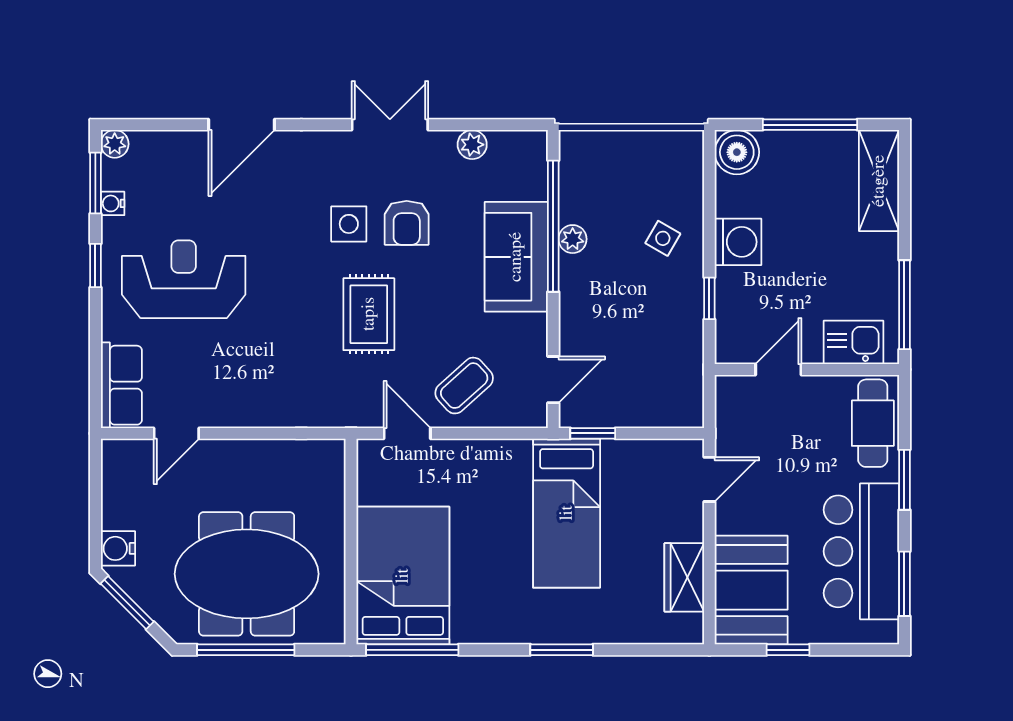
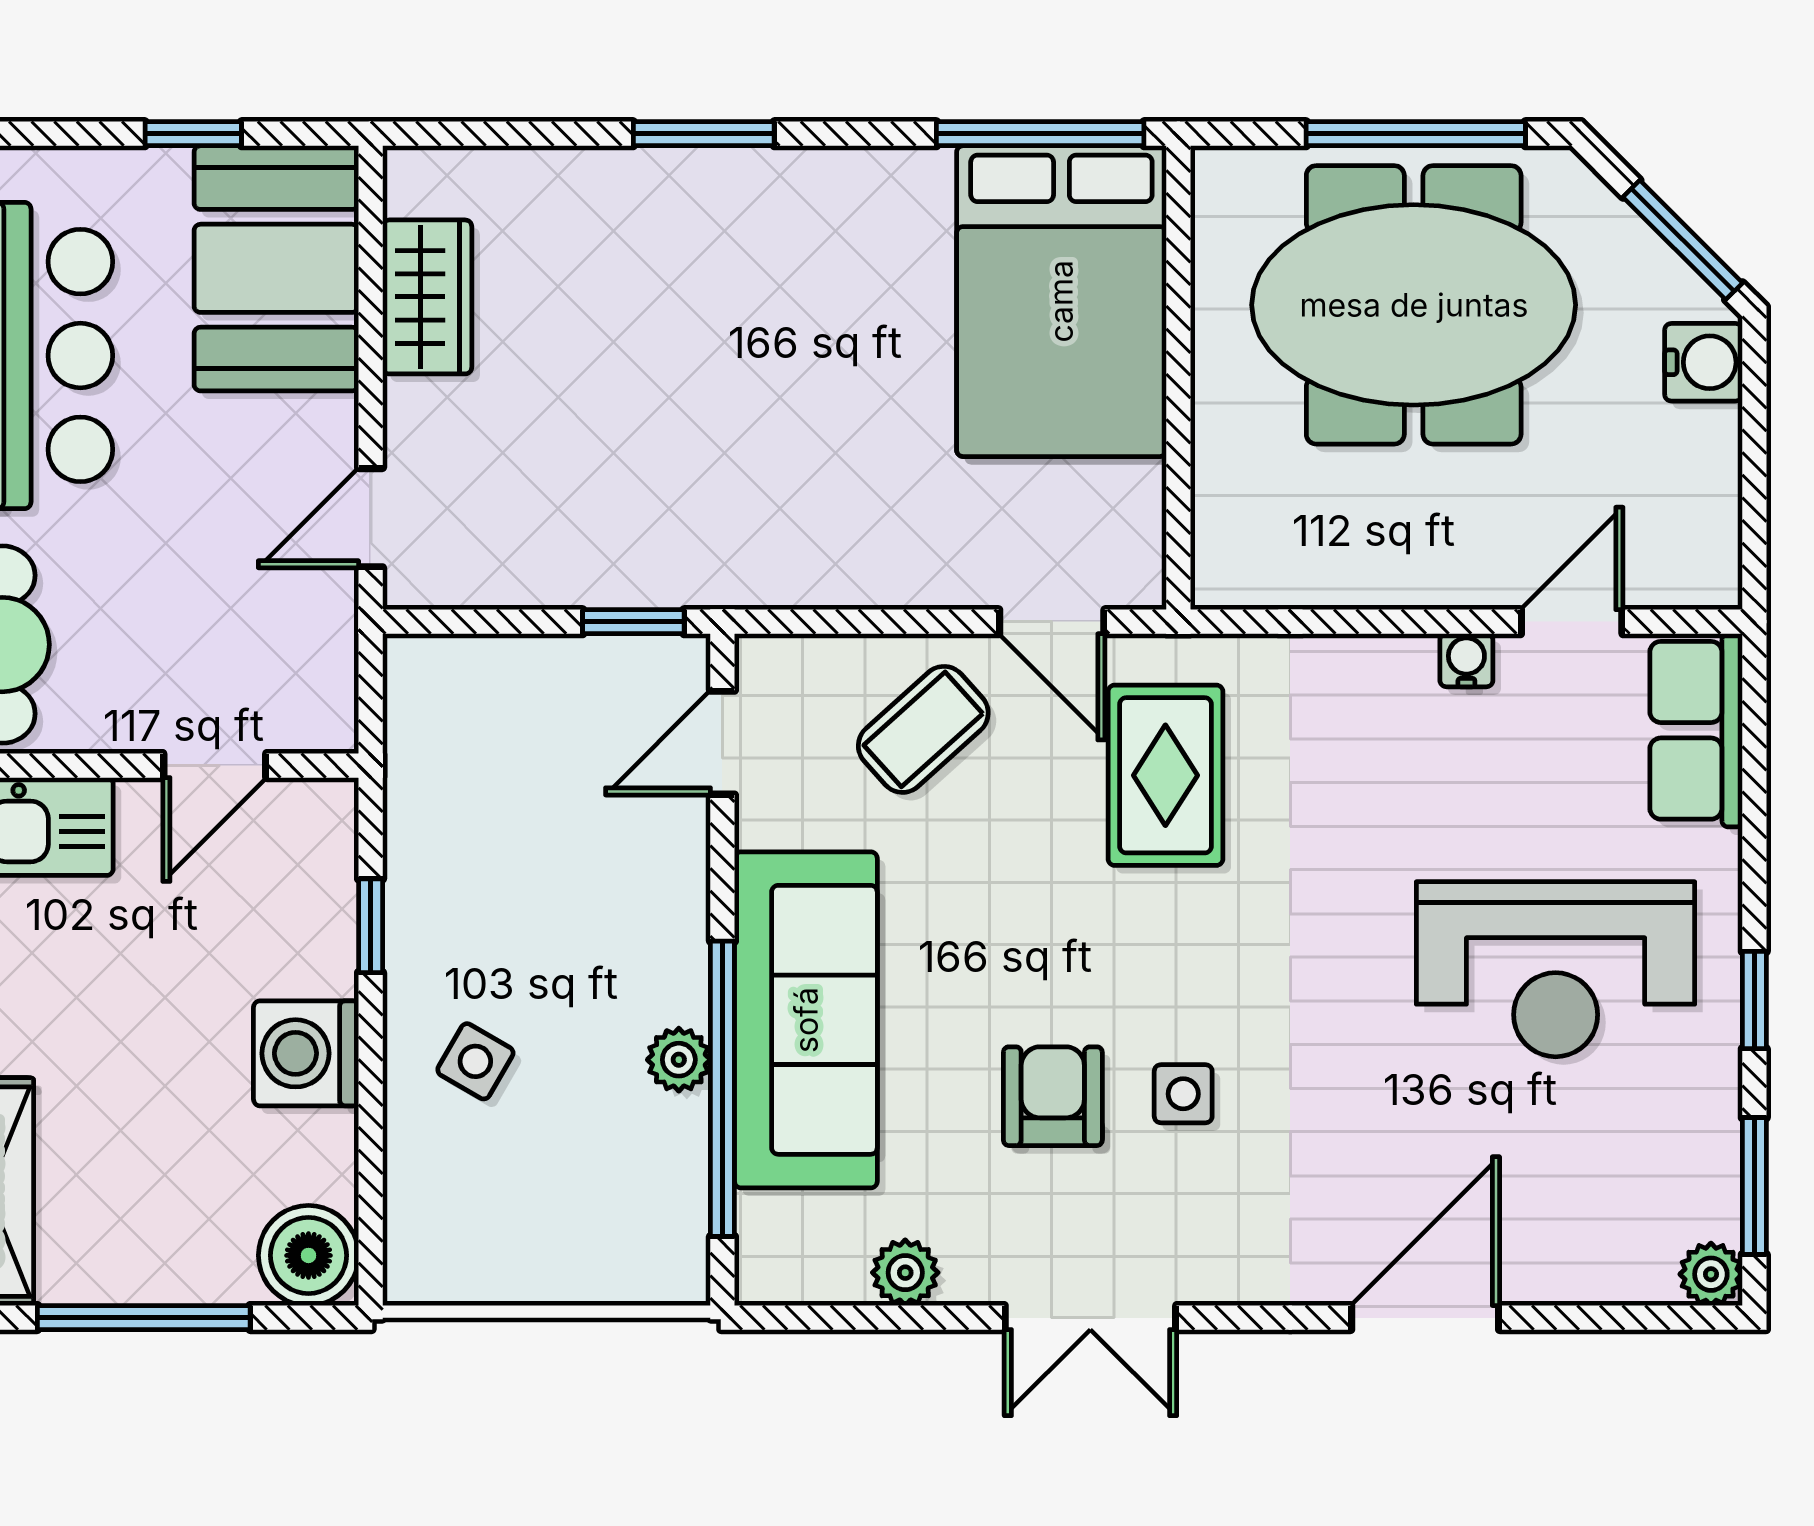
water cooler: (113, 203) -> (1466, 660), moved, turned -90
side table: (349, 224) -> (1183, 1094), width x0.73, depth x0.73
sofa: (516, 257) -> (806, 1020), width x1.36
rug: (369, 314) -> (1165, 775), moved
bed: (567, 513) -> (692, 442), removed

